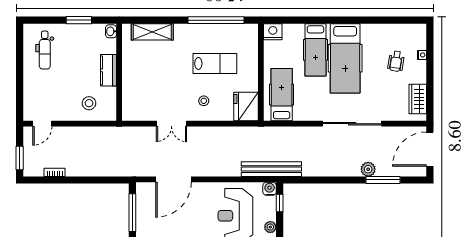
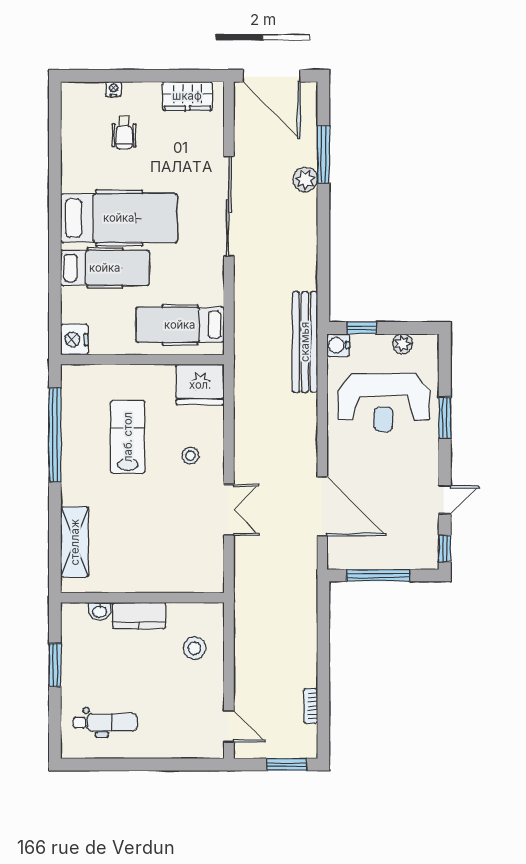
washbasin: (111, 31) -> (100, 611), moved
wheelchair: (396, 61) -> (124, 133), turned 81

